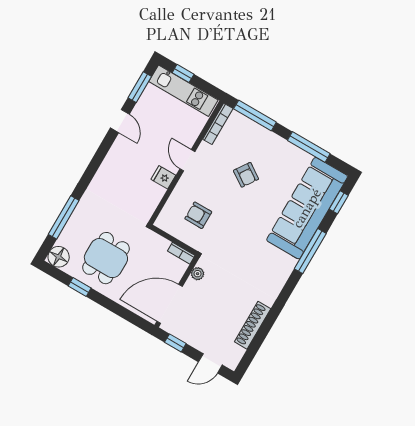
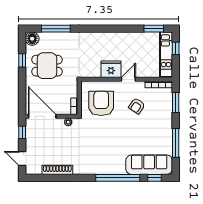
window: (255, 115) -> (176, 102), width x0.69
door: (120, 121) -> (128, 29), removed
armchair: (246, 175) -> (137, 106), moved
fridge: (163, 177) -> (111, 69), width x1.88, depth x1.34
sofa: (307, 208) -> (149, 165), width x0.74, depth x0.79
armchair: (198, 215) -> (101, 103), width x1.88, depth x1.88
window: (310, 251) -> (118, 178), width x1.46

